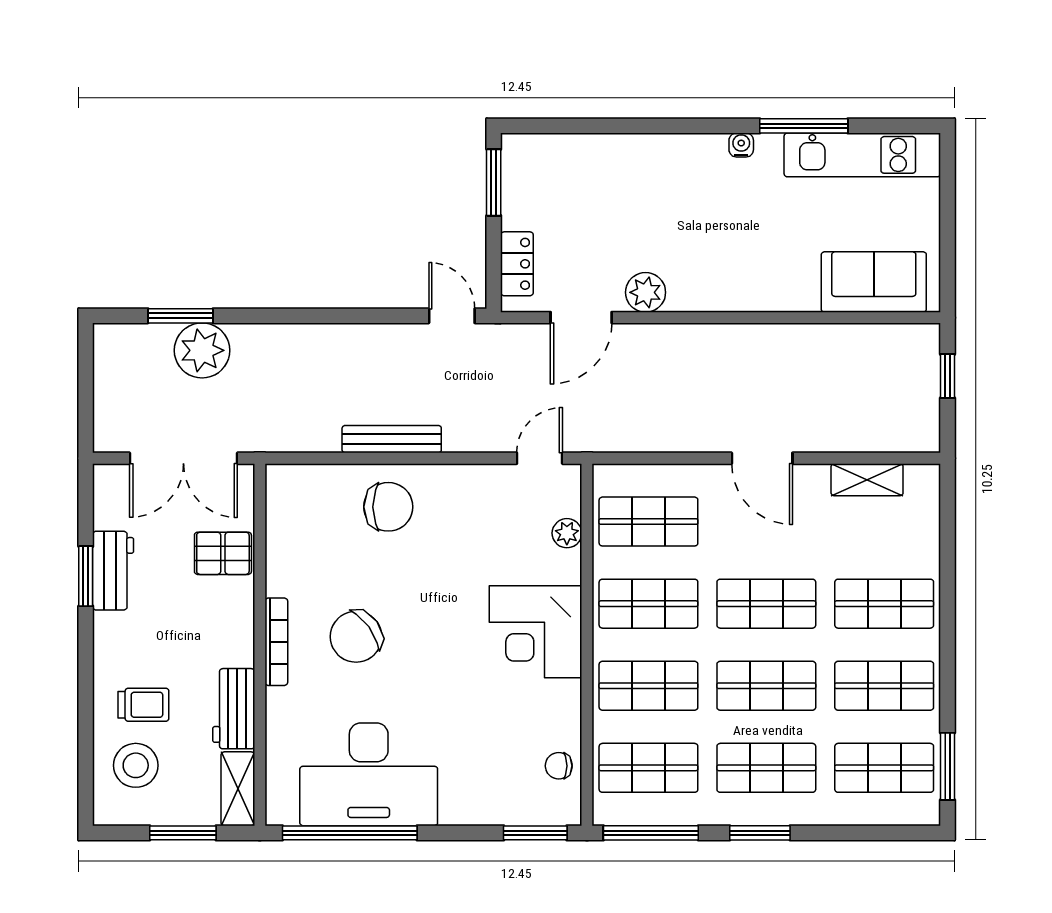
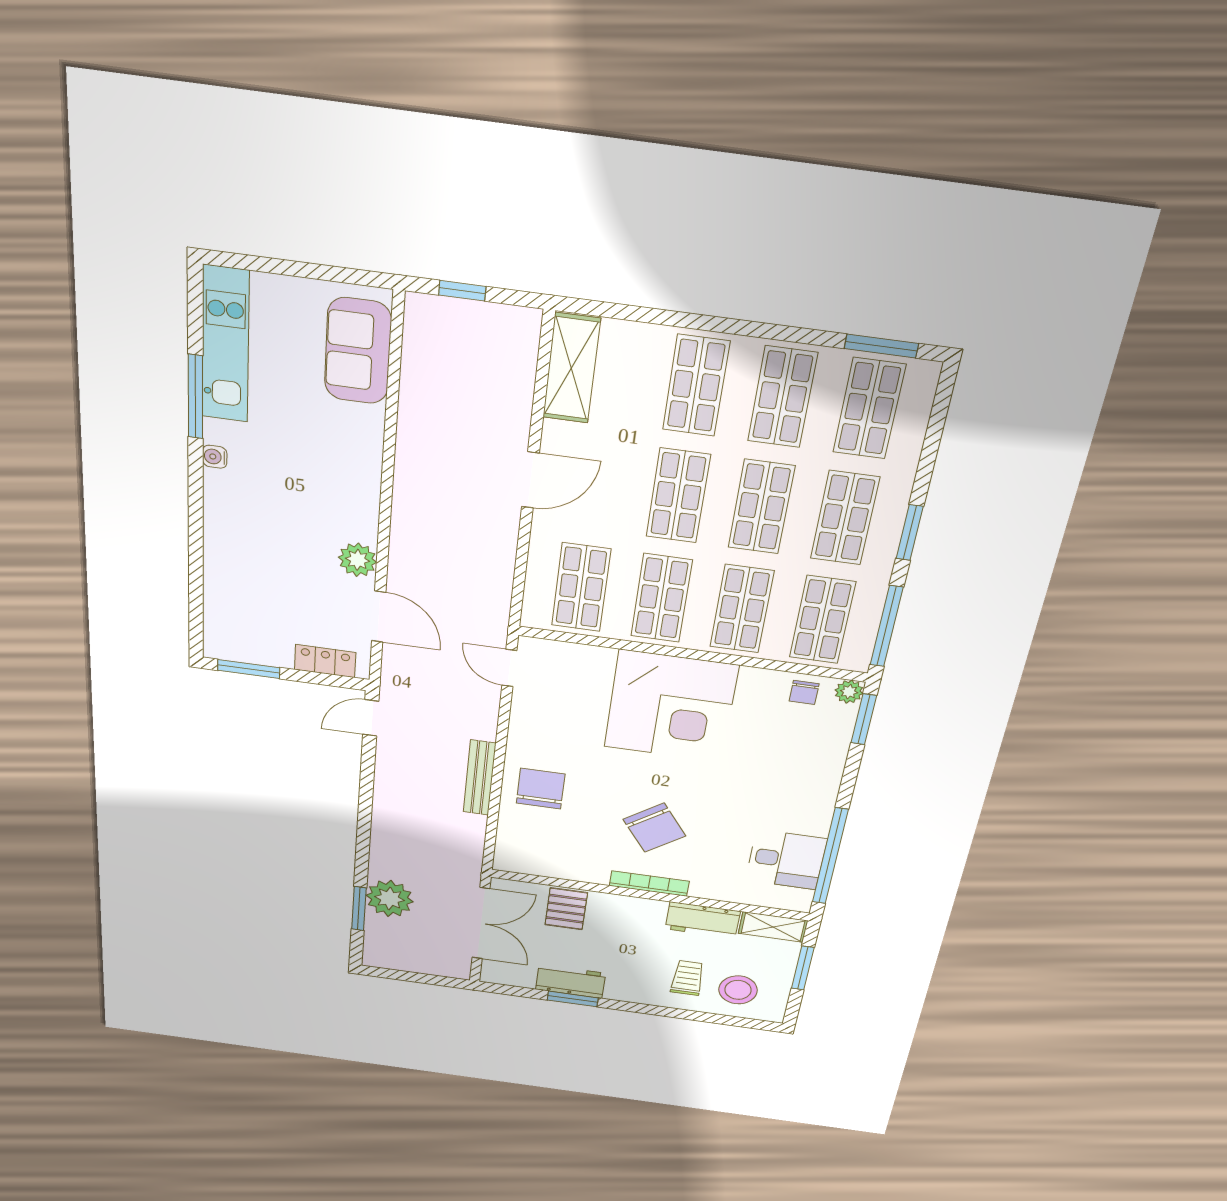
shelving: (867, 480) -> (571, 368), width x1.50, depth x1.33
plant: (567, 533) -> (849, 692), moved
corner desk: (536, 632) -> (671, 706), width x1.36, depth x1.36
desk: (369, 774) -> (786, 860), width x0.53, depth x0.77

